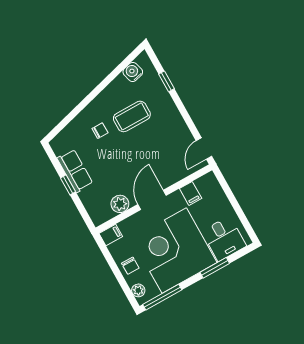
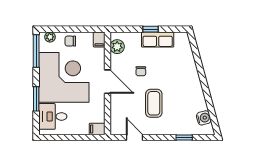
coffee table: (132, 116) -> (154, 103), moved
chair: (100, 131) -> (141, 71), moved
door: (204, 148) -> (135, 138), moved
filing cabinet: (191, 193) -> (97, 129), moved
plant: (120, 204) -> (117, 47), moved

